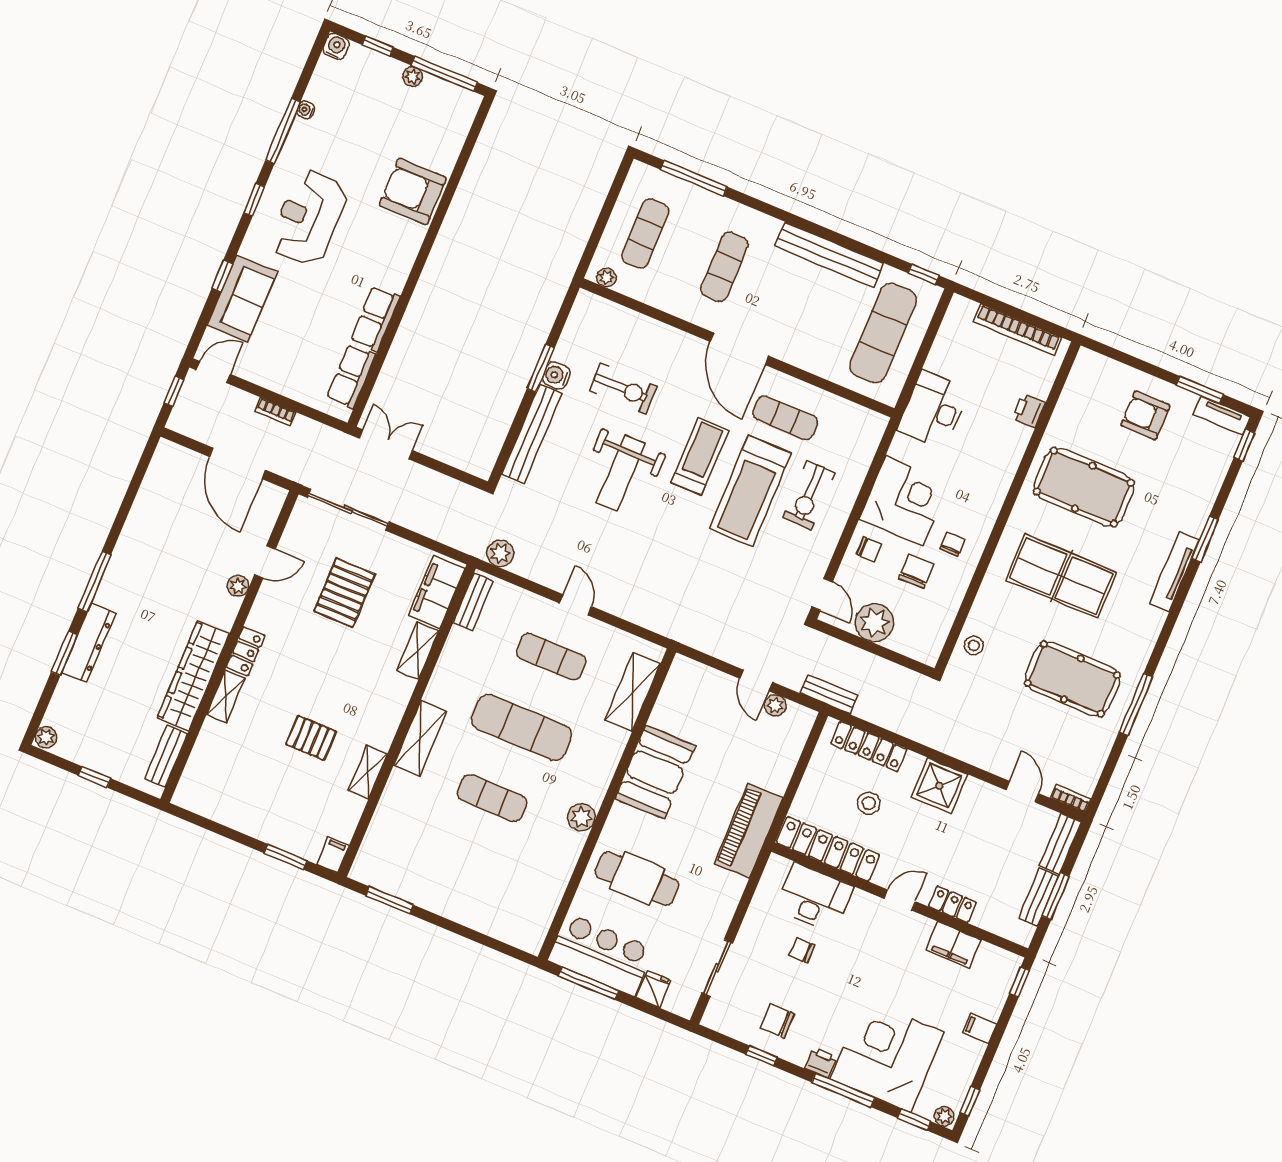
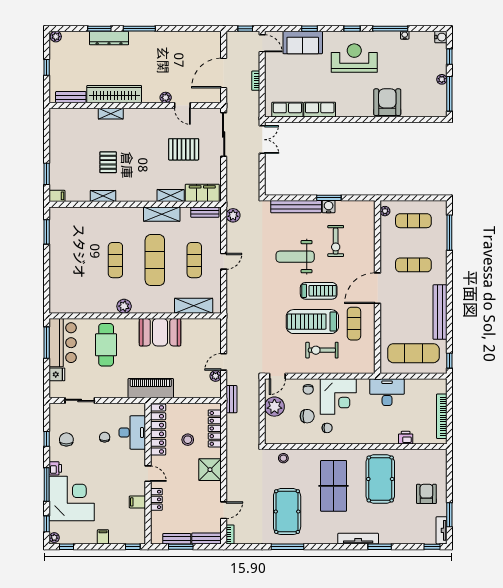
locker: (246, 651) -> (136, 114), removed
shelving: (420, 738) -> (162, 214), moved
filing cabinet: (954, 945) -> (137, 502), width x0.50

